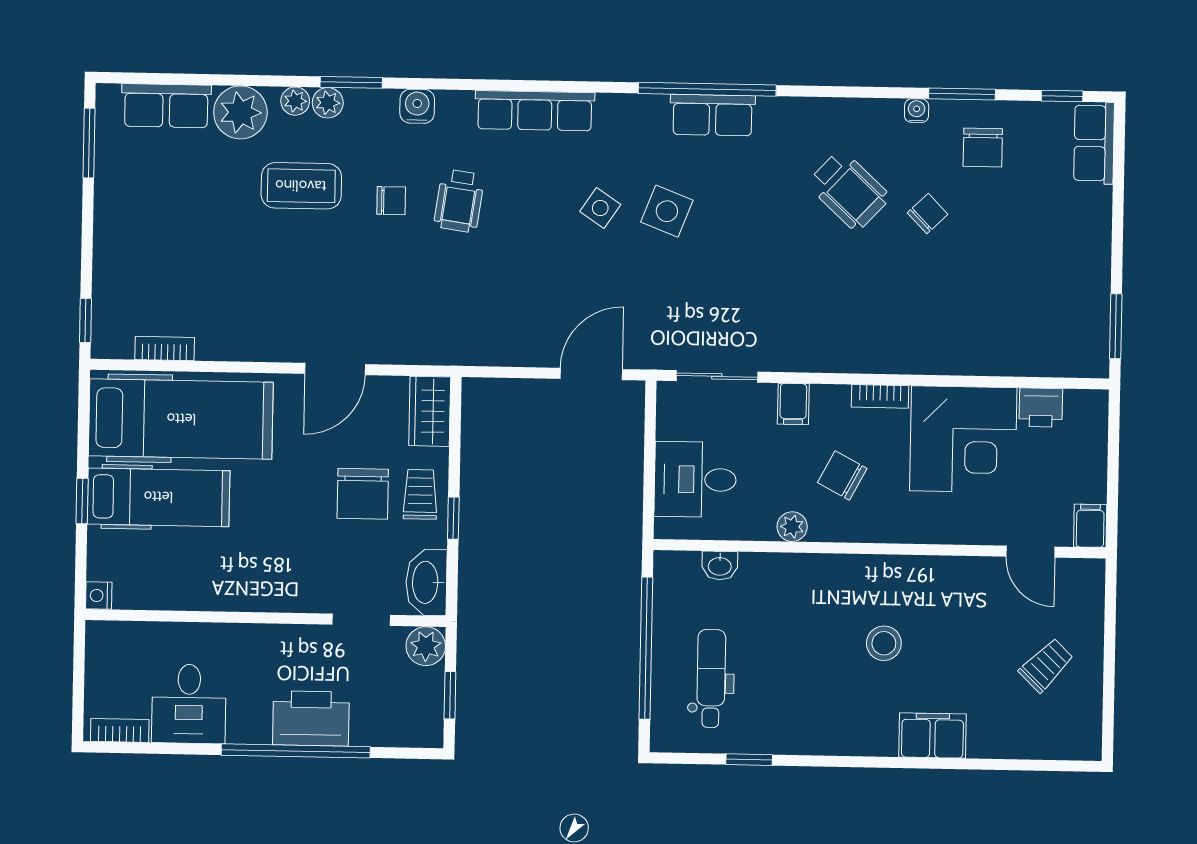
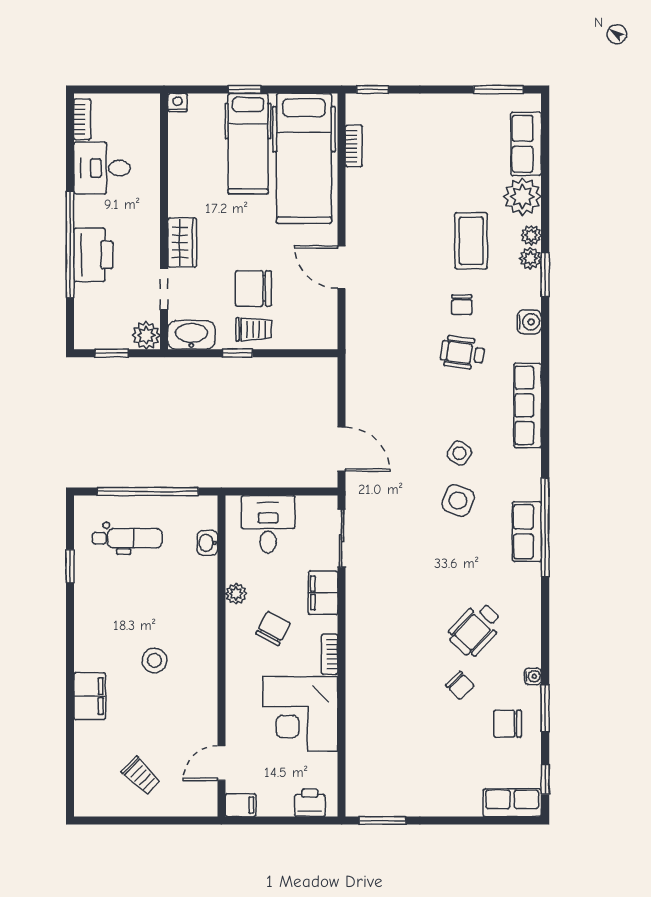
filing cabinet: (793, 404) -> (323, 593), width x2.00
printer: (1041, 408) -> (310, 803), moved, turned 90
wardrobe: (430, 411) -> (182, 242), moved, turned 90

